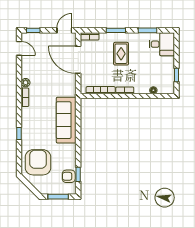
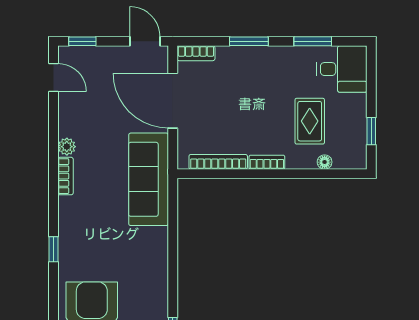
door: (64, 30) -> (145, 41), hinge flipped
rug: (121, 54) -> (310, 121), moved
sofa: (66, 120) -> (149, 179), moved

